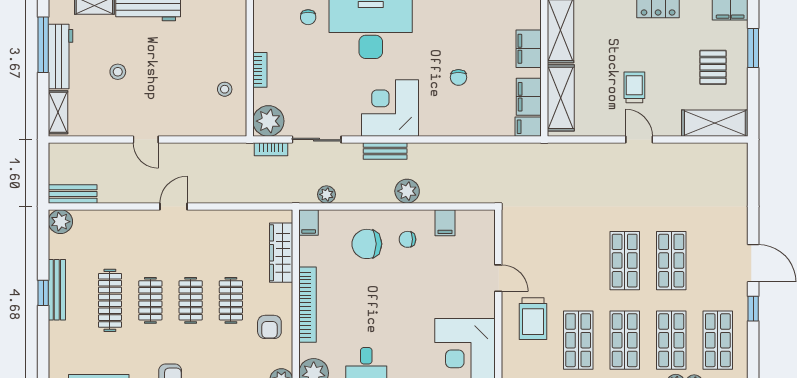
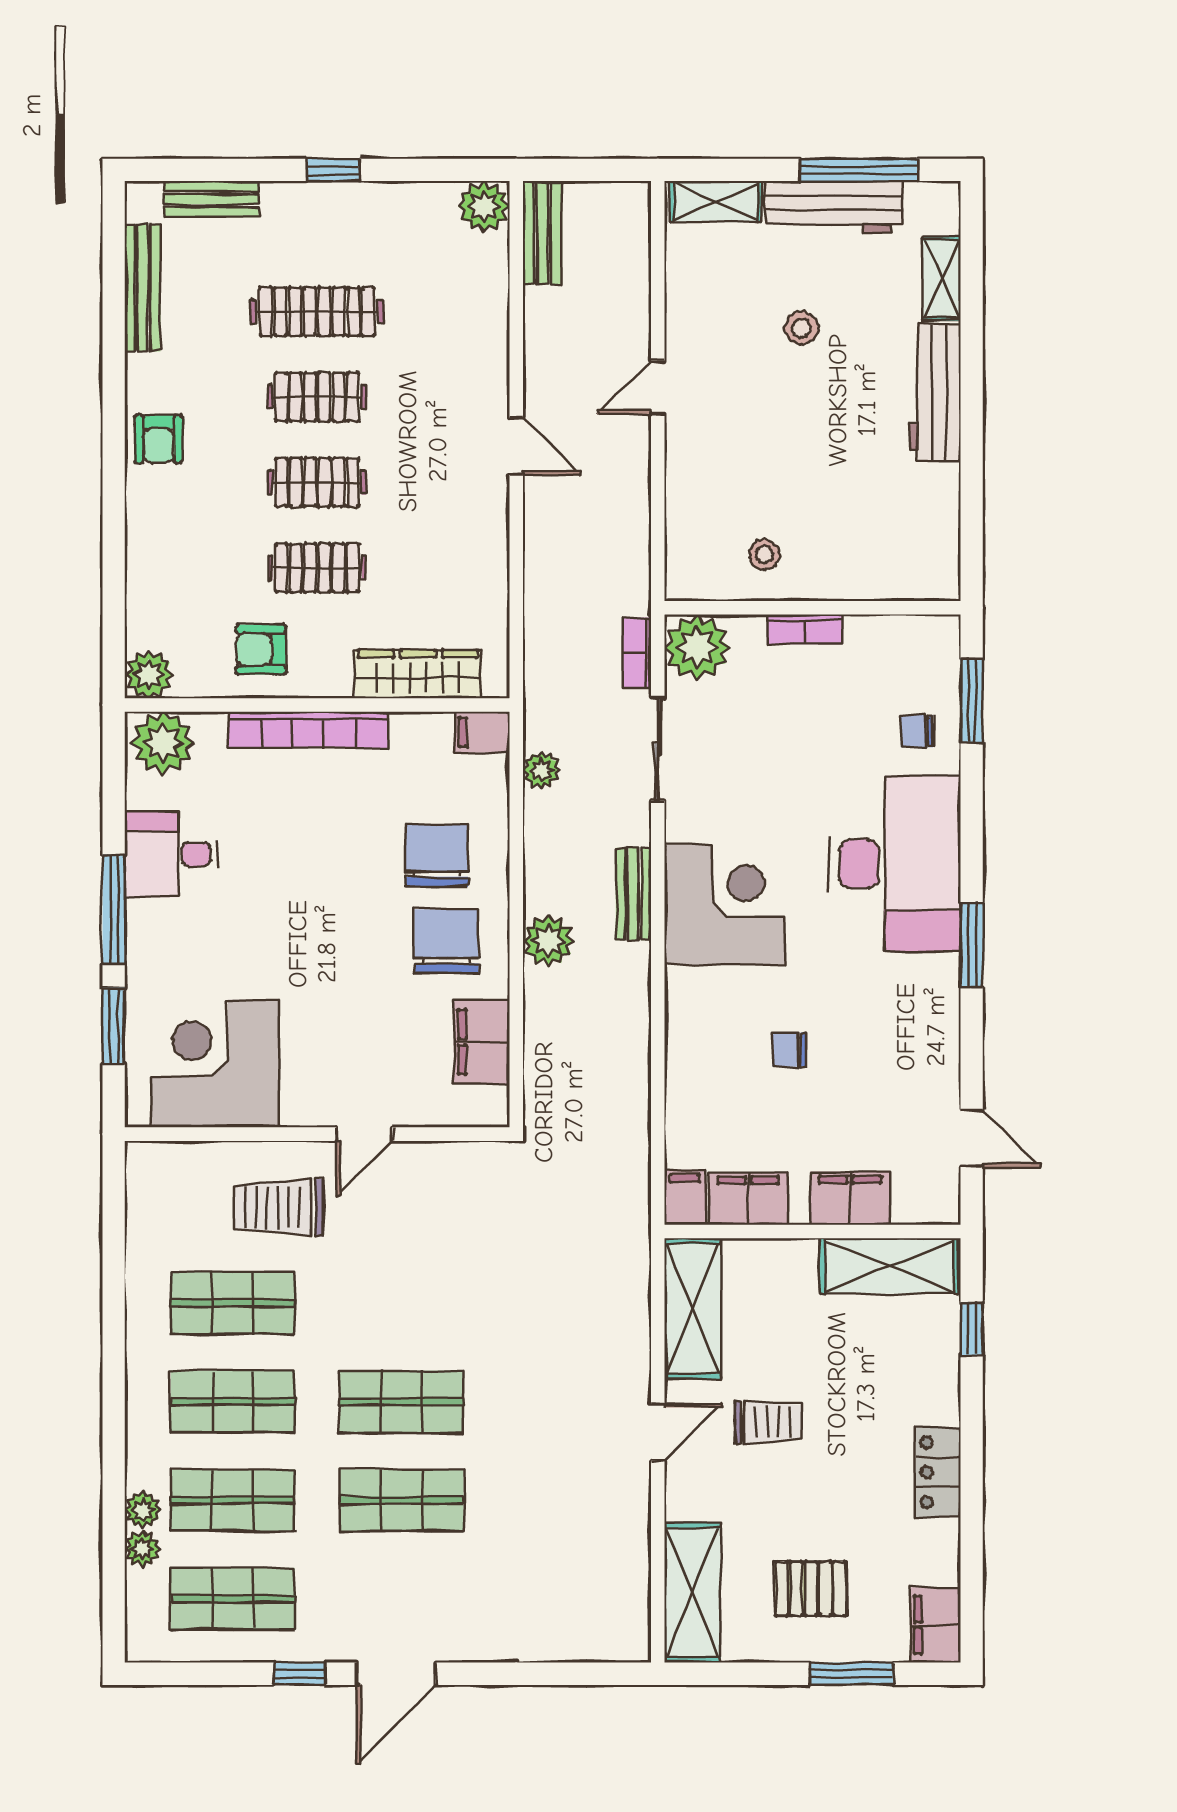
shelving: (561, 98) -> (692, 1309), moved, turned 90
filing cabinet: (445, 223) -> (482, 1042), width x2.00
chair: (407, 239) -> (446, 942), width x1.87, depth x1.87
bench: (57, 290) -> (211, 199), moved, width x0.73

